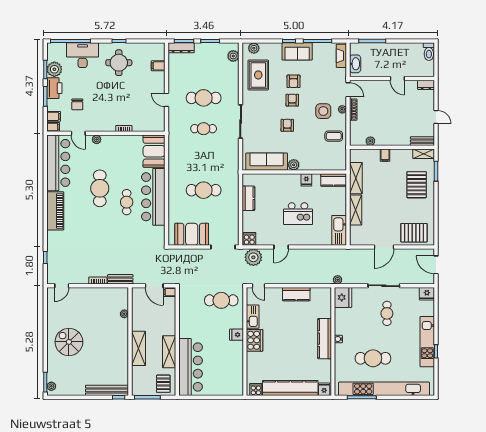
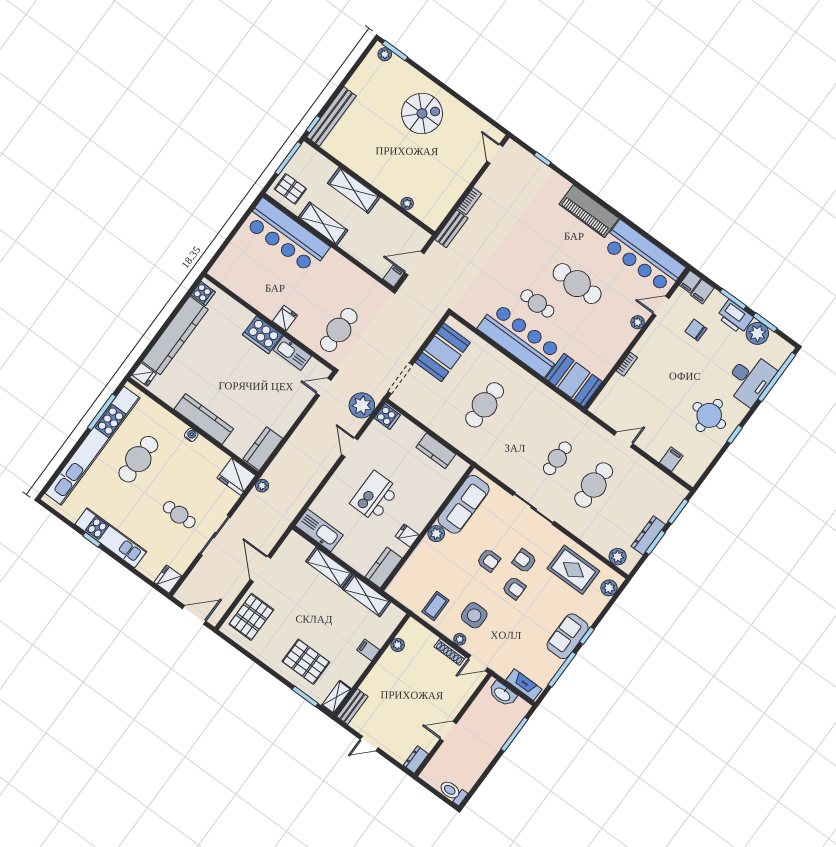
dresser: (181, 48) -> (648, 535), moved
armchair: (293, 81) -> (524, 561), moved
kitchen counter: (296, 294) -> (263, 449), moved

